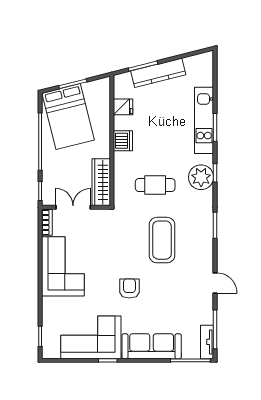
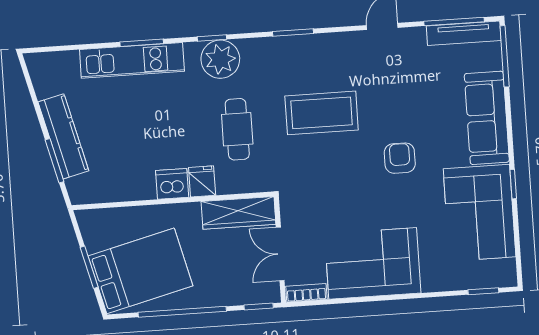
fridge: (123, 107) -> (202, 181), moved
armchair: (129, 288) -> (400, 158), turned 90
tv unit: (207, 342) -> (464, 33), width x1.41

